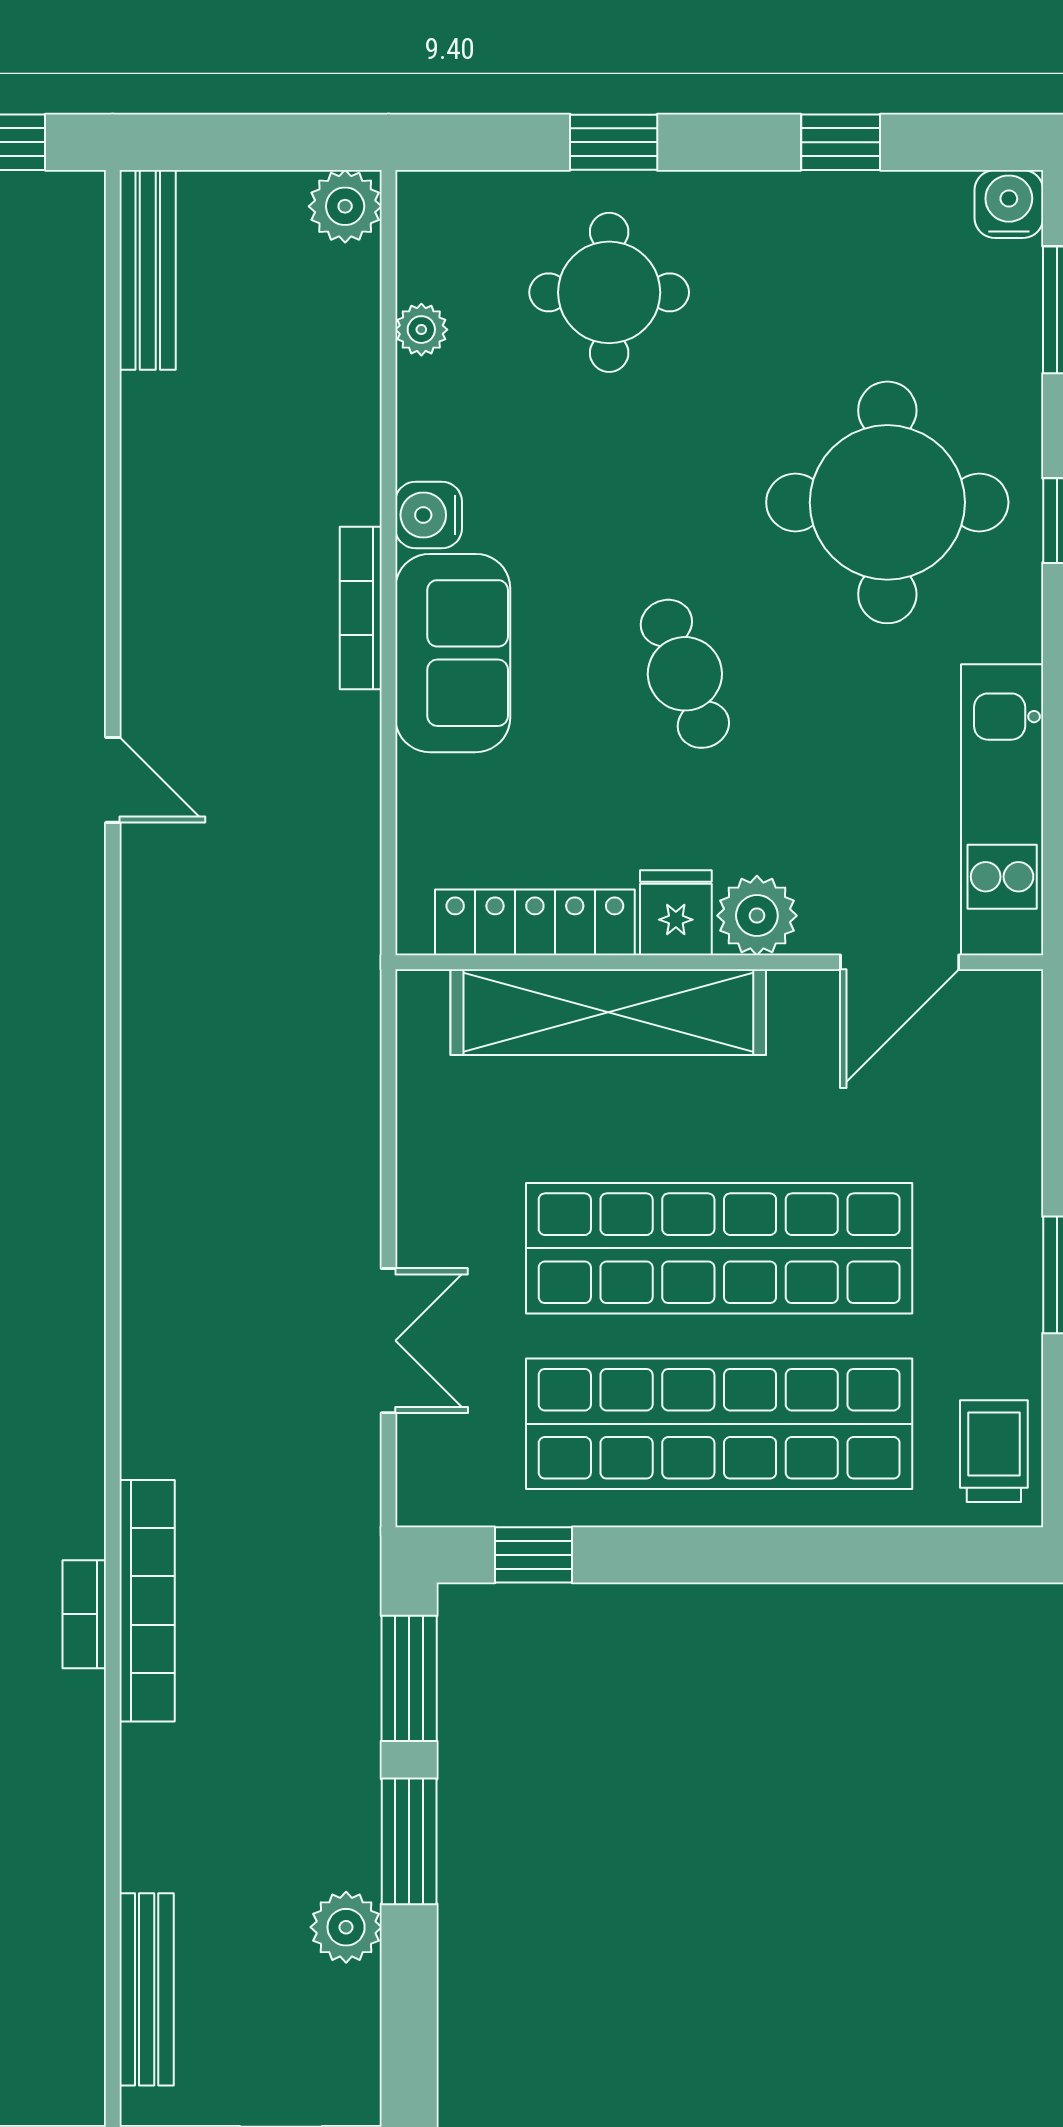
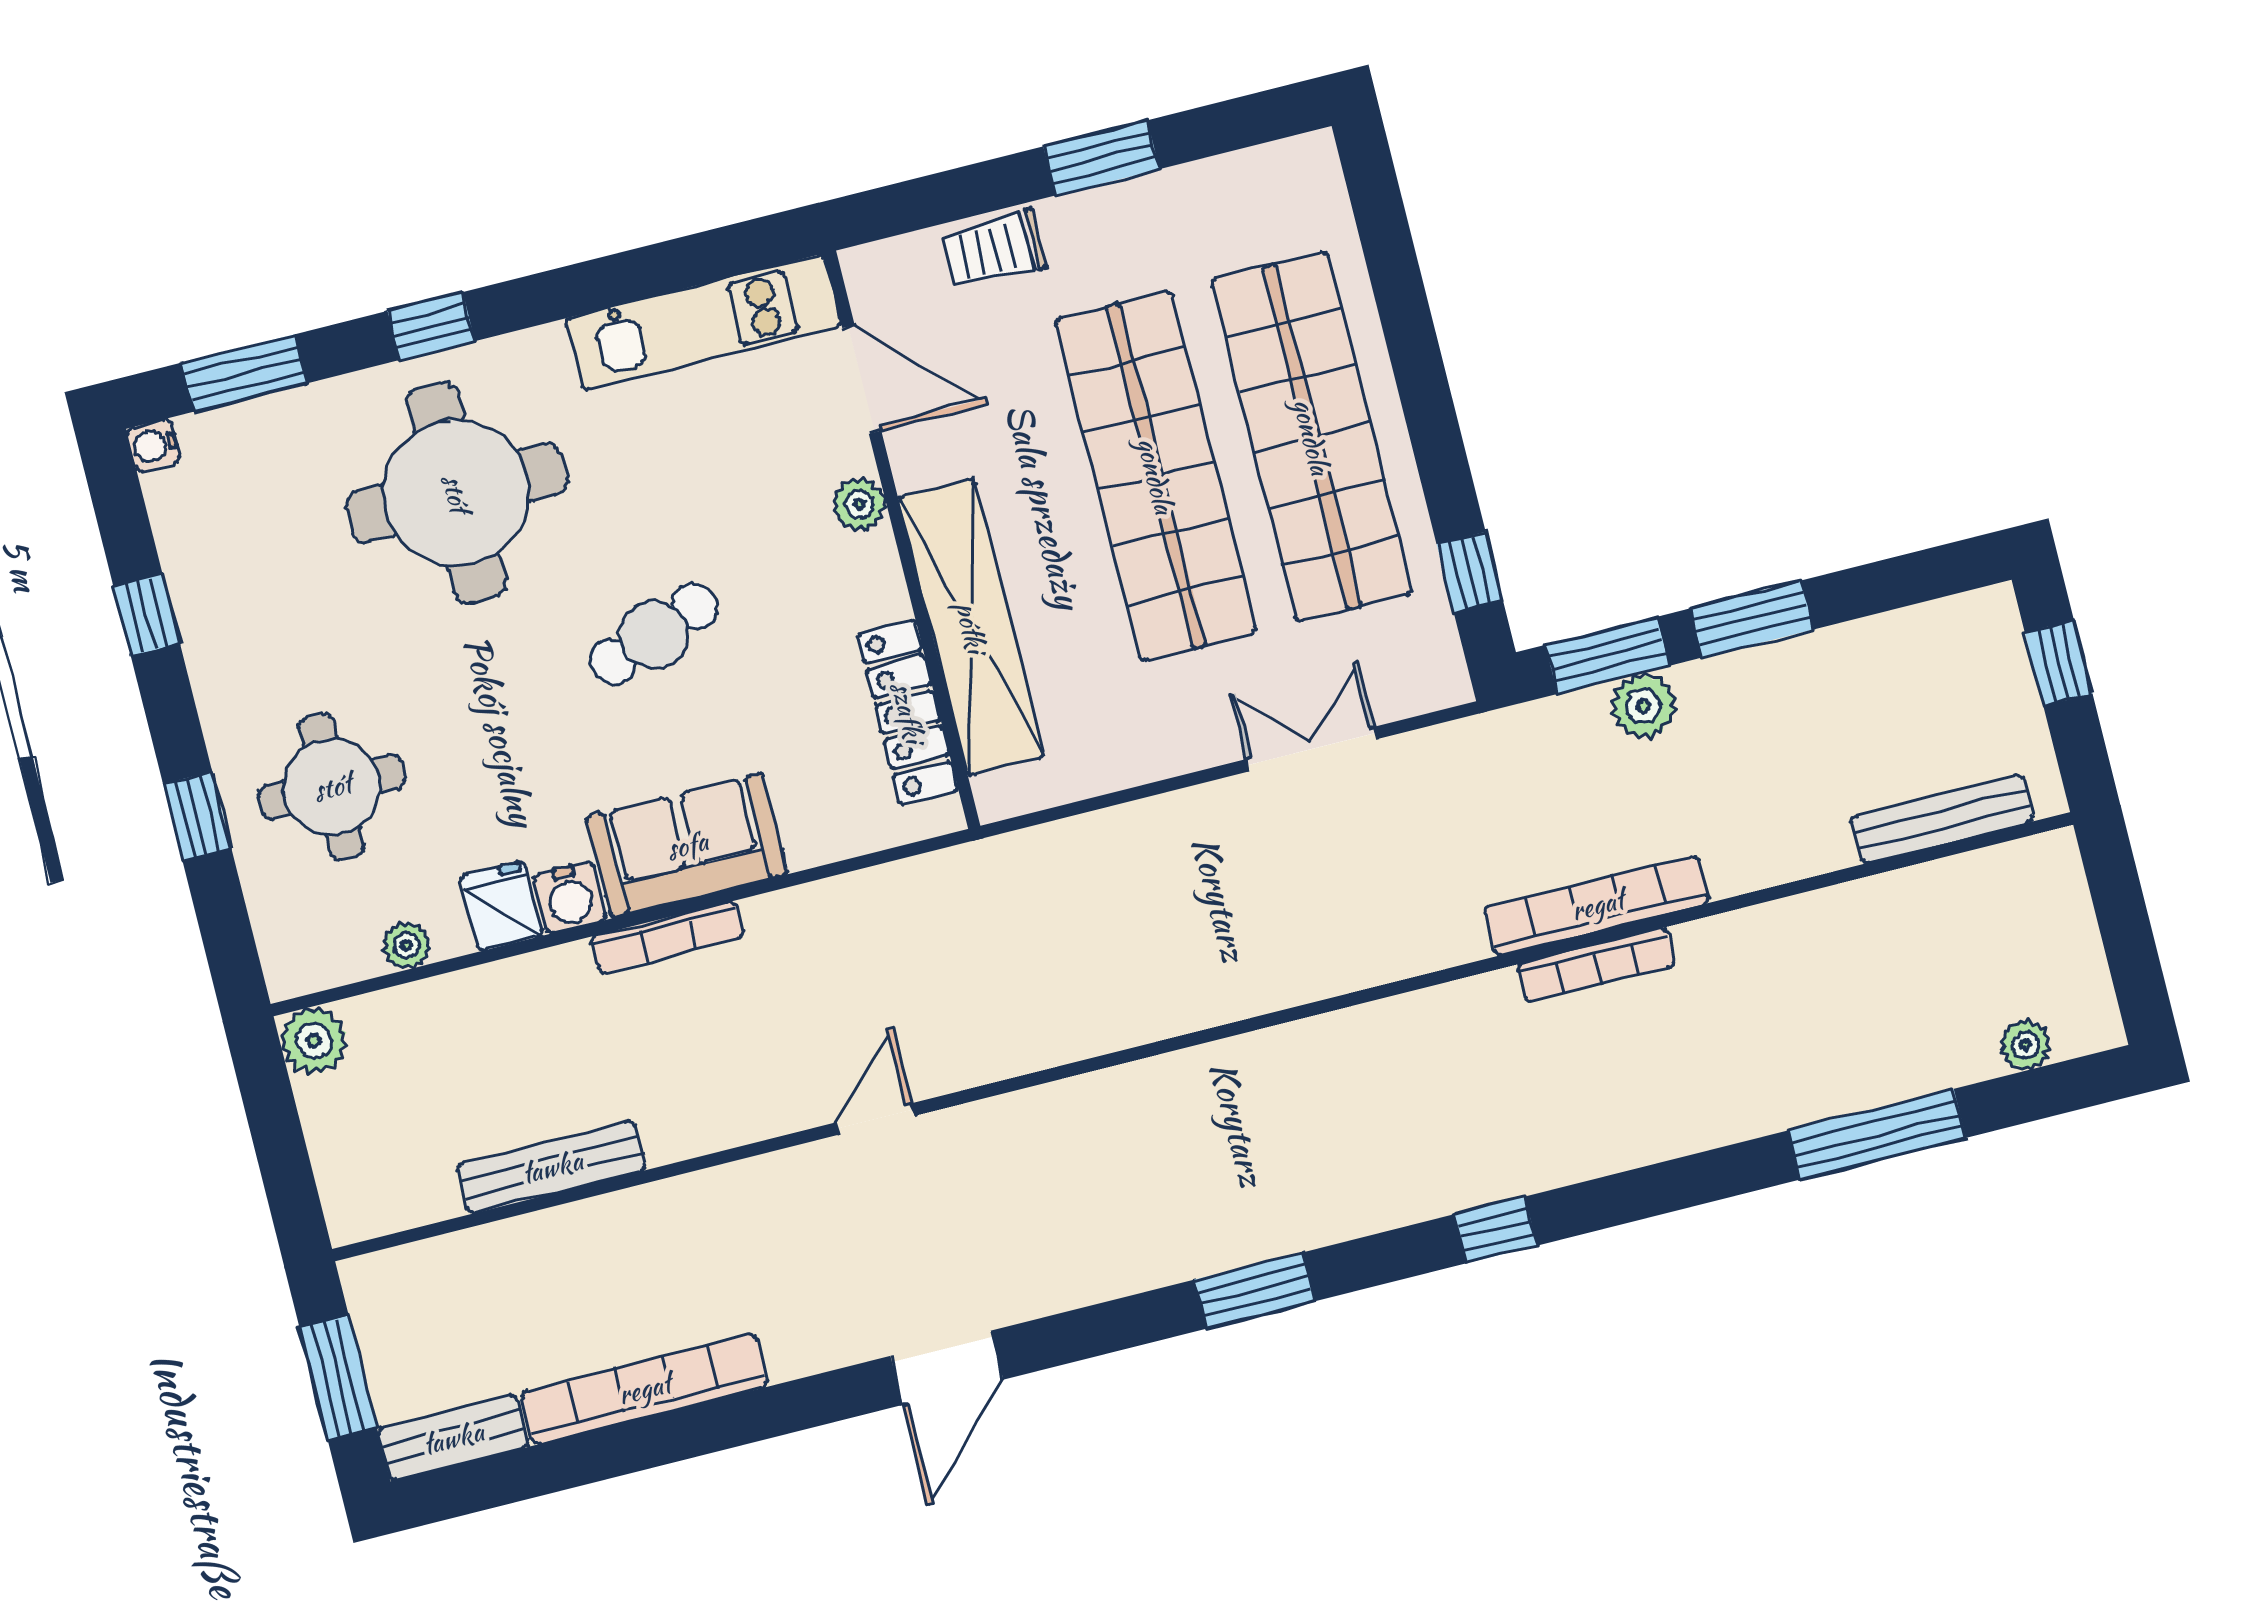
water cooler: (1009, 204) -> (153, 445), width x0.72, depth x0.72
bench: (148, 270) -> (552, 1167), moved
fridge: (676, 913) -> (501, 906), moved, turned 90
plant: (757, 916) -> (859, 504), width x0.73, depth x0.73
trolley: (994, 1451) -> (994, 249), moved
bookcase: (84, 1614) -> (1596, 965), width x1.56
plant: (346, 1927) -> (1643, 706), moved

